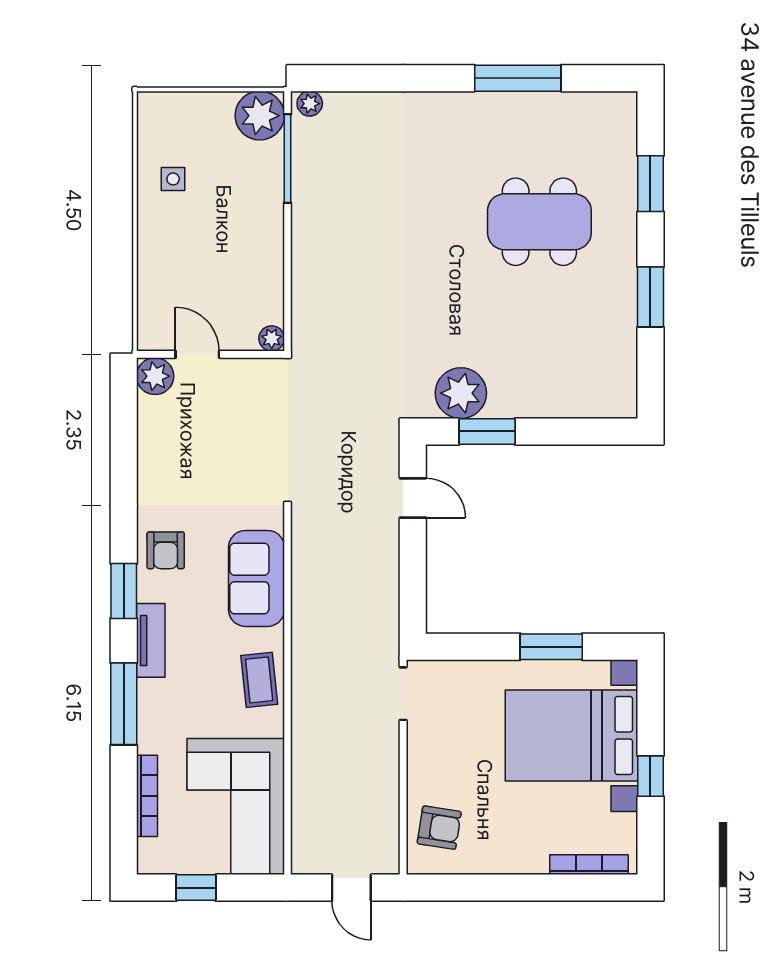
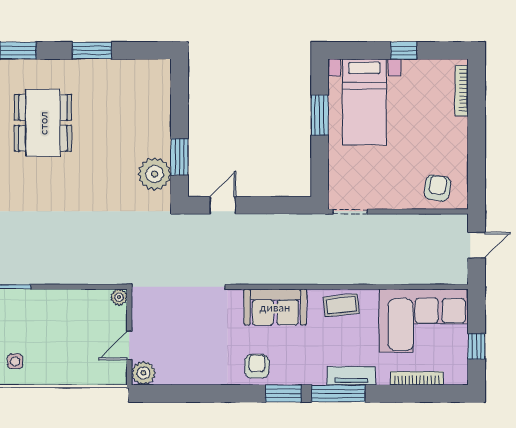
armchair: (166, 550) -> (257, 366), turned -90
tv unit: (151, 640) -> (351, 376), moved
window: (124, 704) -> (338, 393), moved
bed with nightstands: (572, 736) -> (364, 102), width x0.73

